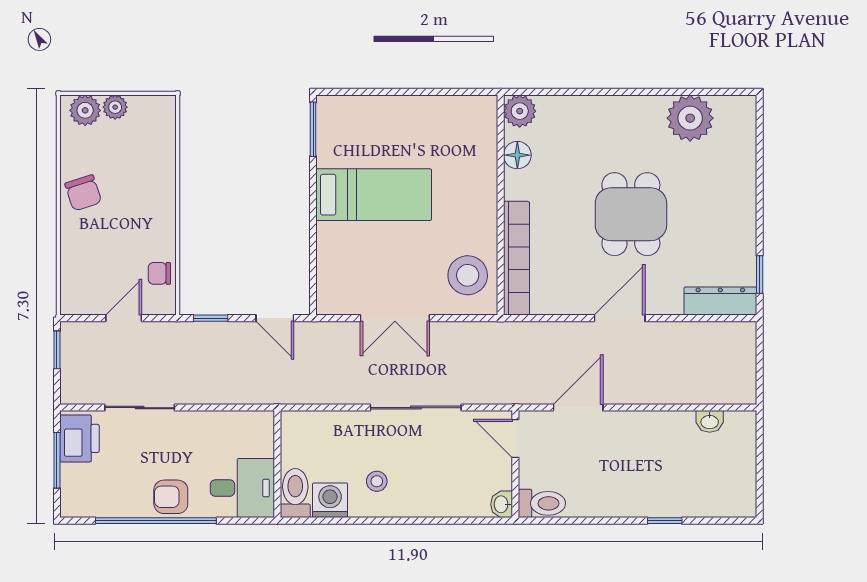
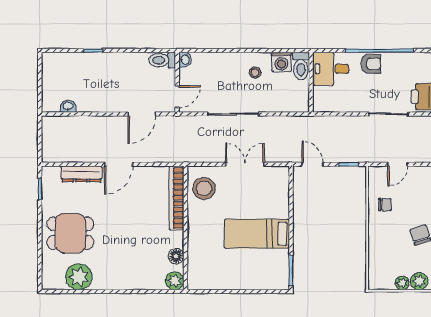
dining table: (631, 214) -> (70, 233), moved, turned 90
chair: (159, 273) -> (385, 205), moved
dresser: (720, 301) -> (81, 174), moved
door: (515, 438) -> (177, 97), hinge flipped

